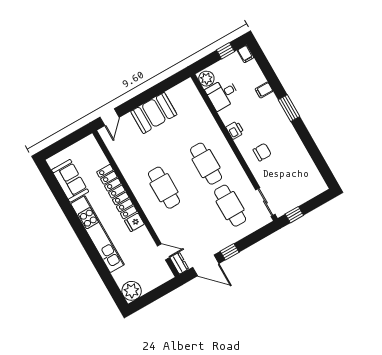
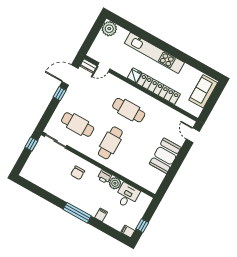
plant: (206, 79) -> (115, 183), moved
window: (289, 108) -> (77, 213), width x1.44
cafe table: (206, 164) -> (110, 143), turned 90
sofa: (70, 181) -> (203, 91), moved, turned 90

